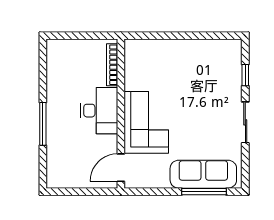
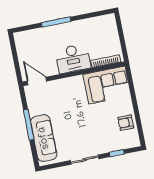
armchair: (205, 54) -> (126, 123), added
corner sofa: (146, 122) -> (107, 85), moved
window: (204, 192) -> (29, 125), moved

